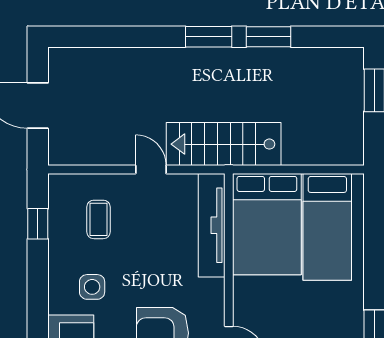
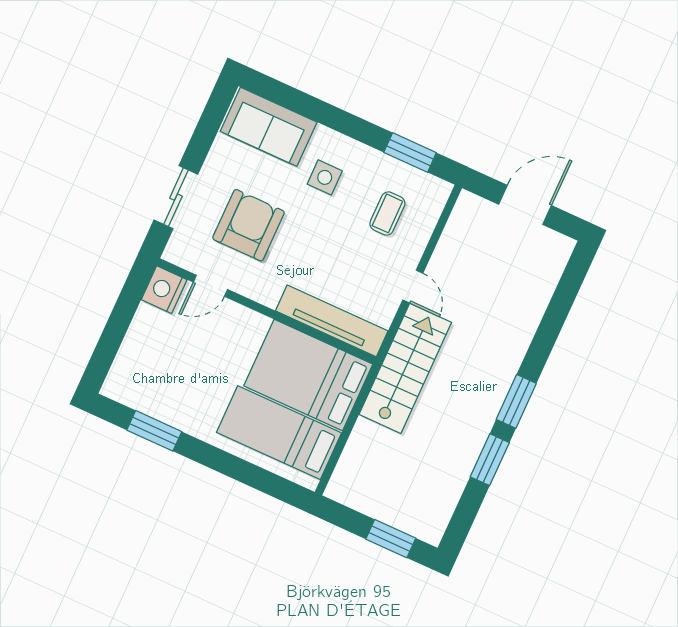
door: (151, 169) -> (413, 287), hinge flipped
coffee table: (98, 219) -> (387, 213), turned 90
window: (38, 224) -> (410, 153), width x1.50

